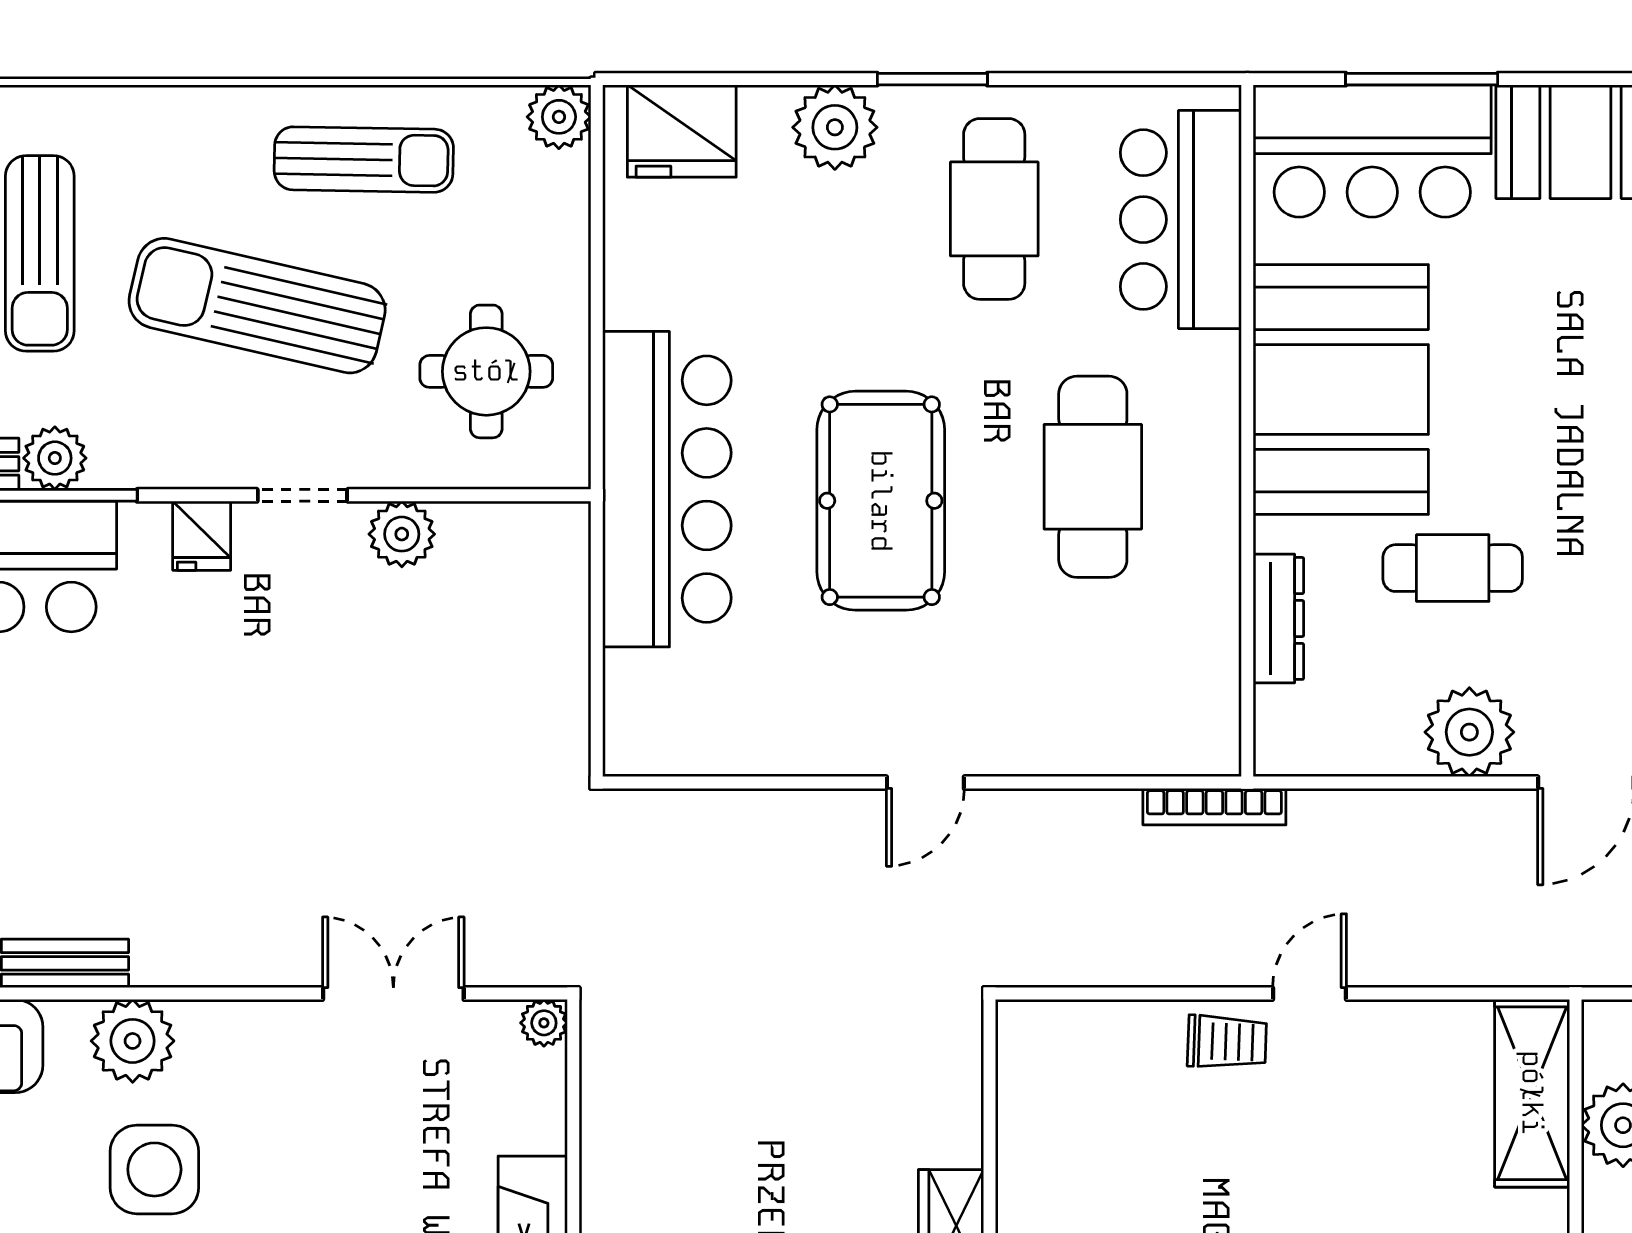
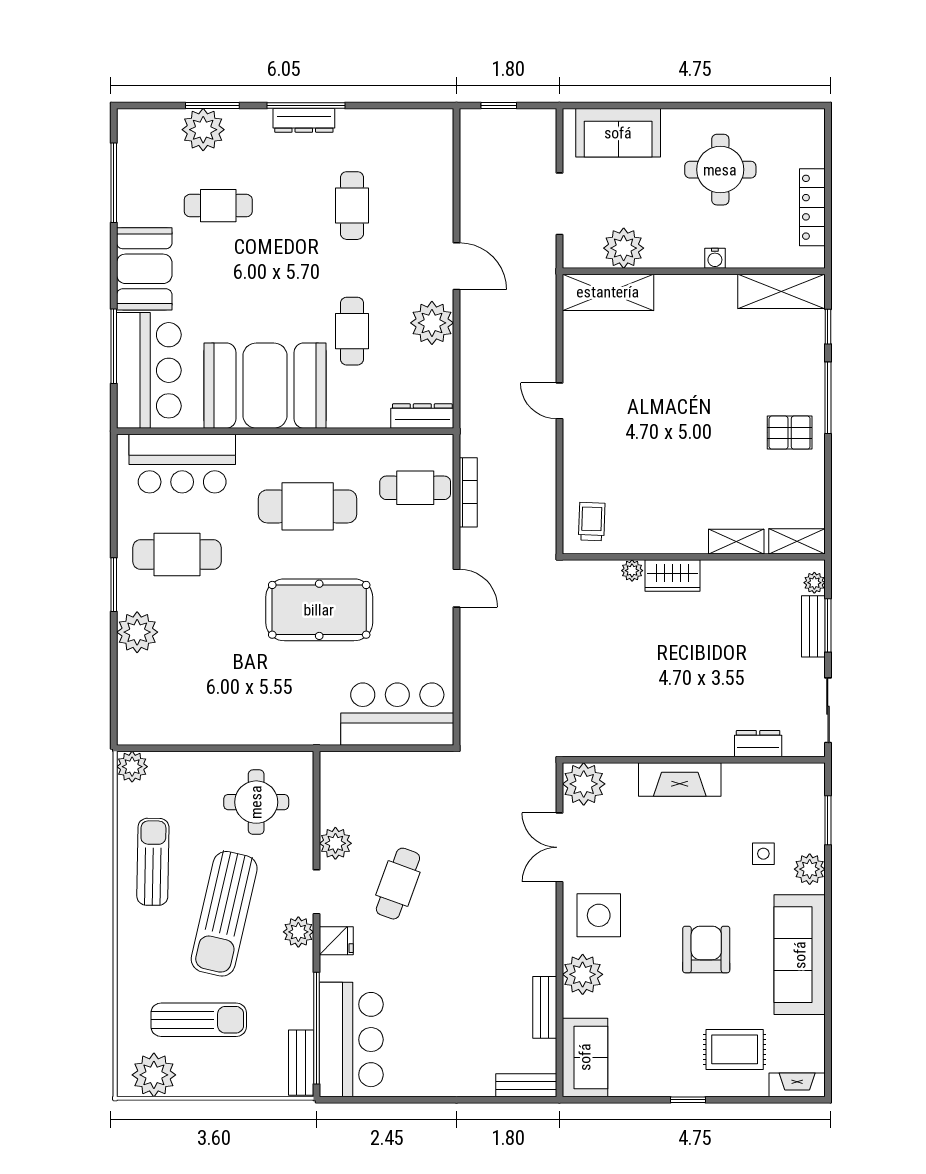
fridge: (682, 131) -> (139, 707), removed
plant: (55, 458) -> (298, 932), moved
bar counter: (667, 489) -> (397, 714), moved, width x0.73
dresser: (1278, 618) -> (422, 416), moved
cafe table: (319, 662) -> (398, 884), added
cafe table: (1131, 698) -> (415, 488), added
bookcase: (1214, 807) -> (468, 492), moved
plant: (544, 1023) -> (584, 784), width x1.88, depth x1.88
trolley: (1227, 1042) -> (592, 521), moved
plant: (961, 1143) -> (632, 571), added
side table: (154, 1169) -> (599, 915), moved

